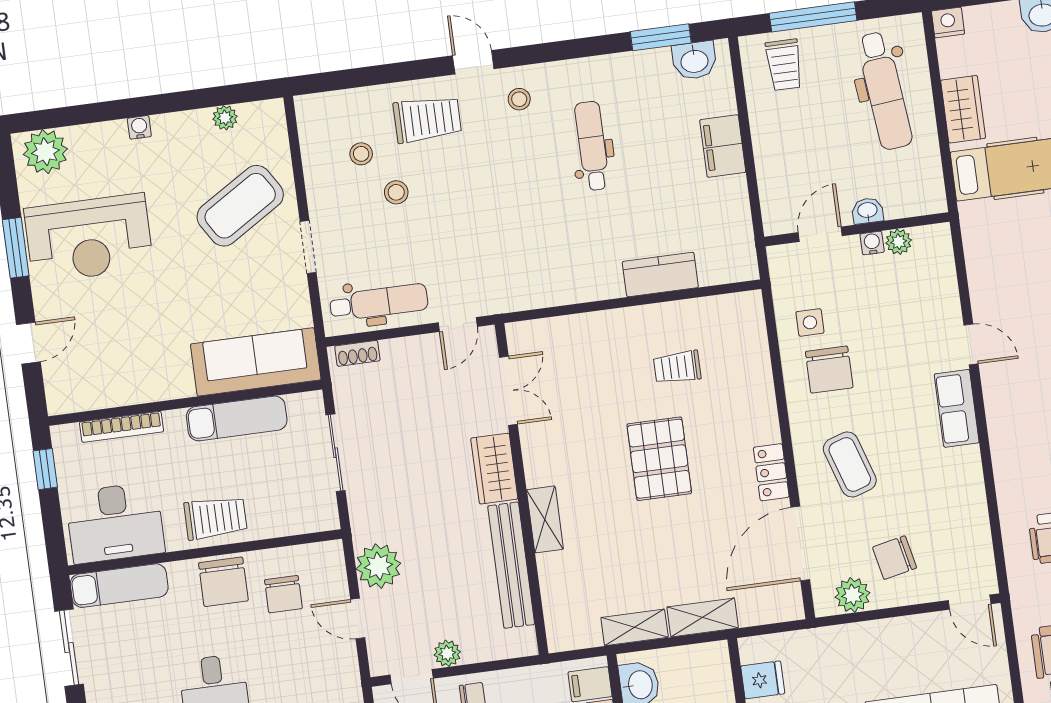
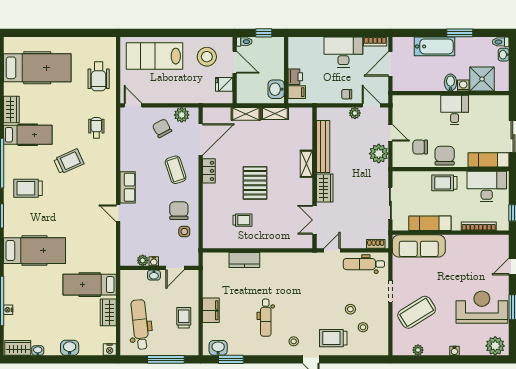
trolley: (784, 65) -> (184, 318), moved
chair: (895, 558) -> (162, 128), turned -106
chair: (283, 594) -> (420, 147), turned -90

